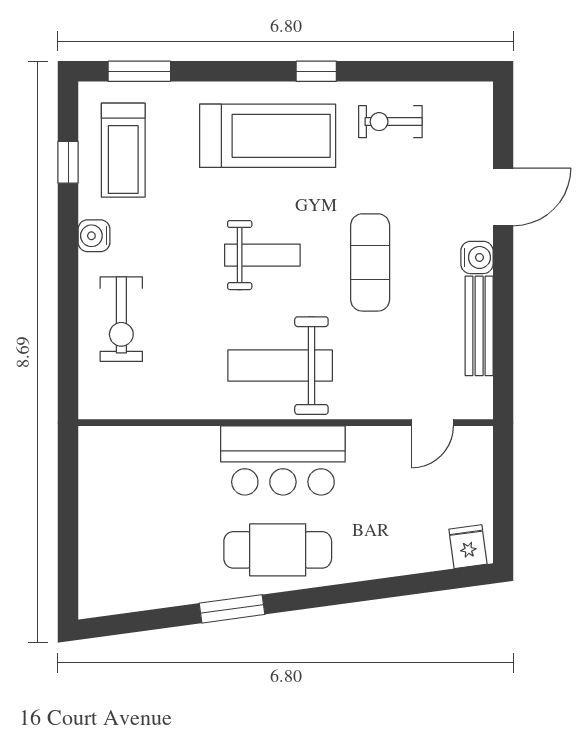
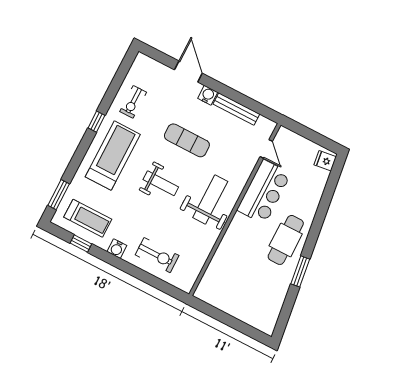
weight bench: (262, 255) -> (161, 183), turned 90
weight bench: (280, 366) -> (210, 200), turned 180
bar counter: (283, 461) -> (264, 192), moved

